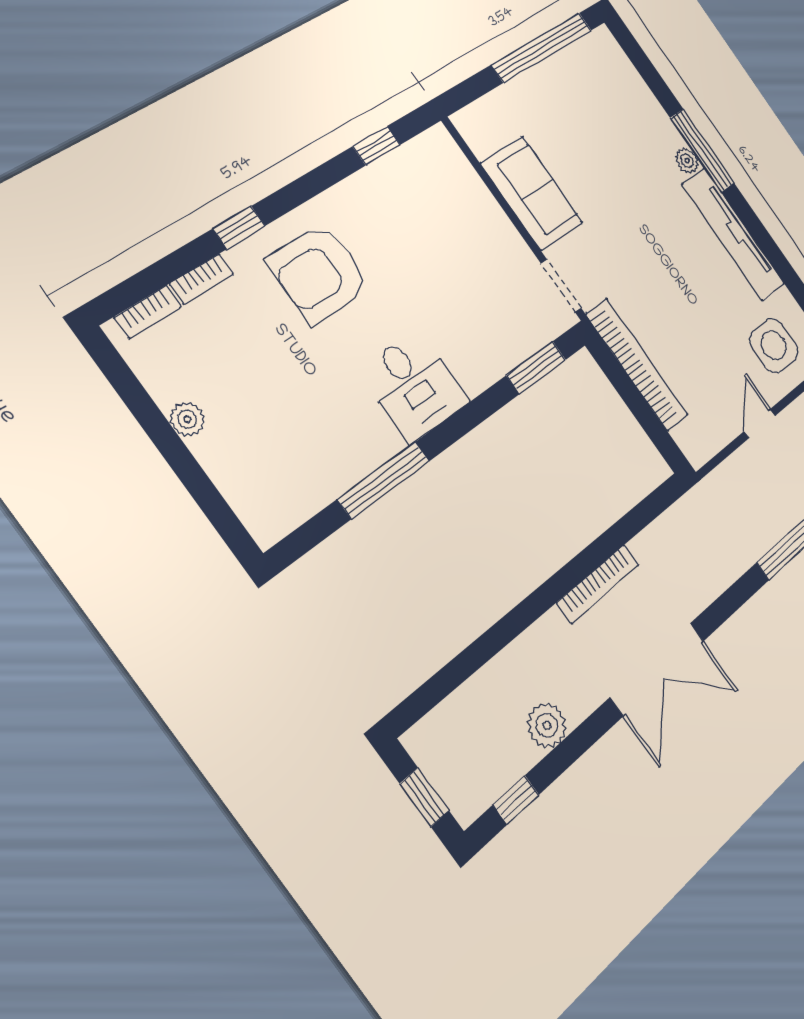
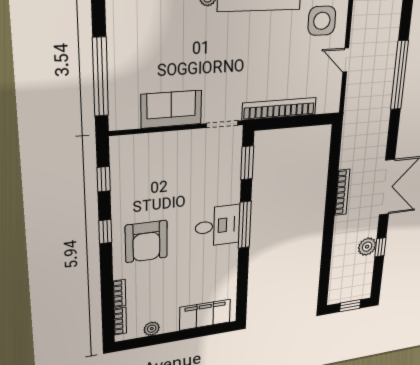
window: (542, 47) -> (100, 77), moved
window: (239, 227) -> (105, 232), moved
plant: (187, 419) -> (152, 329), moved
filing cabinet: (244, 477) -> (205, 315), added
window: (384, 480) -> (245, 225), moved
window: (516, 800) -> (380, 247), moved

